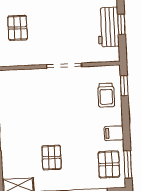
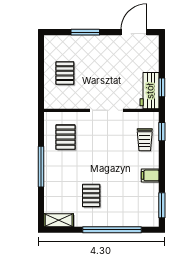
window: (121, 24) -> (162, 87), moved
workbench: (108, 27) -> (150, 91), moved
pallet: (109, 164) -> (65, 137), moved

